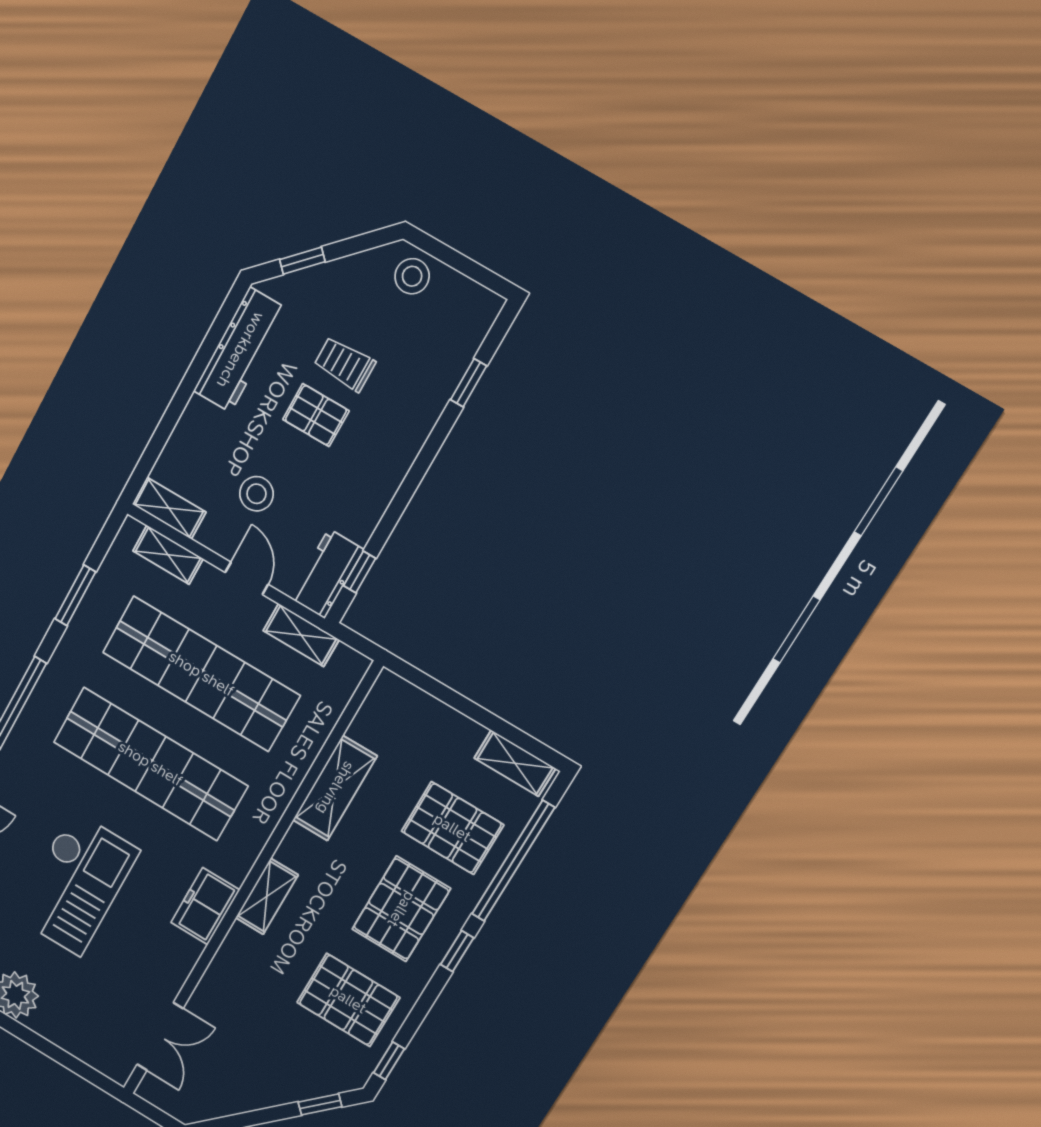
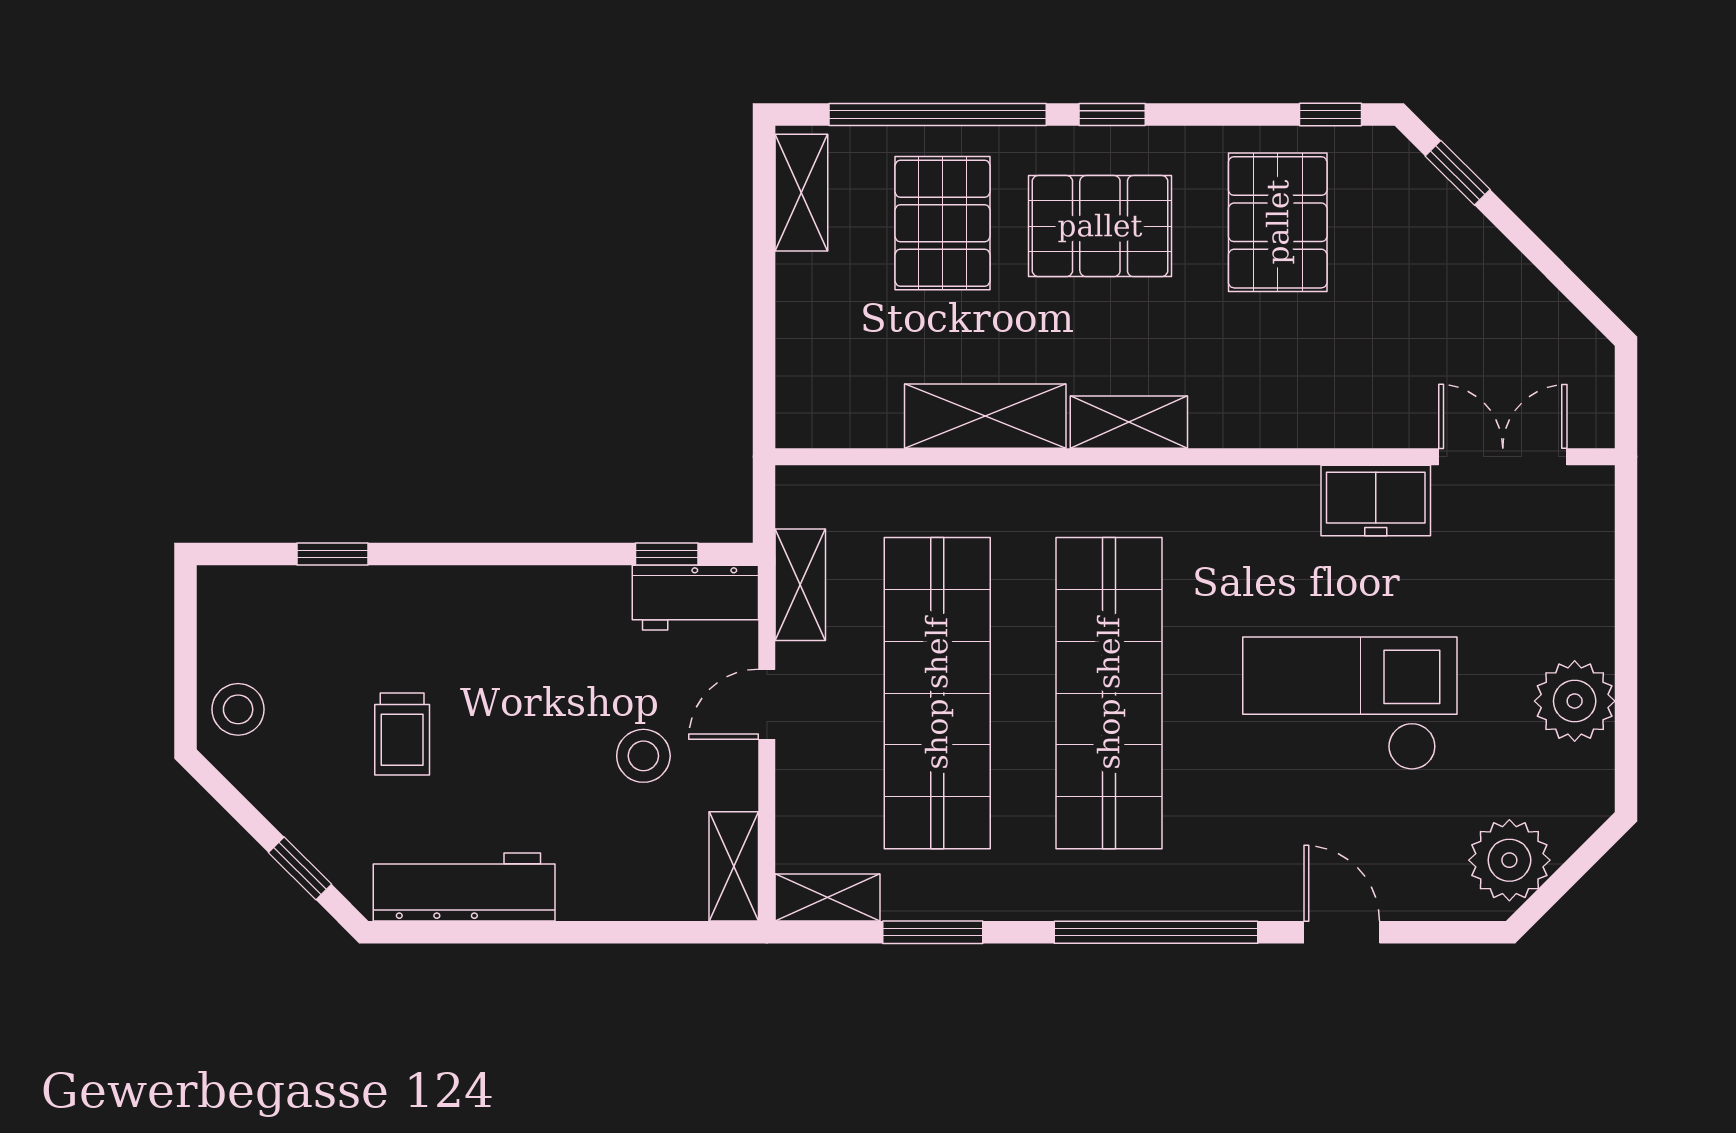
pallet: (316, 415) -> (491, 734), removed
shelving: (168, 555) -> (828, 898), moved, turned 90
shelving: (267, 896) -> (1129, 422), moved
freezer: (205, 906) -> (1376, 500), moved

